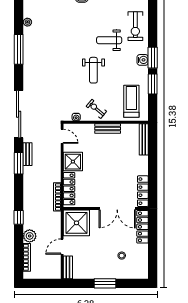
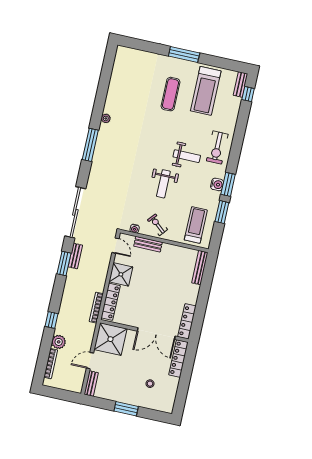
weight bench: (109, 40) -> (187, 156), turned 180
bench: (108, 128) -> (148, 244), moved

